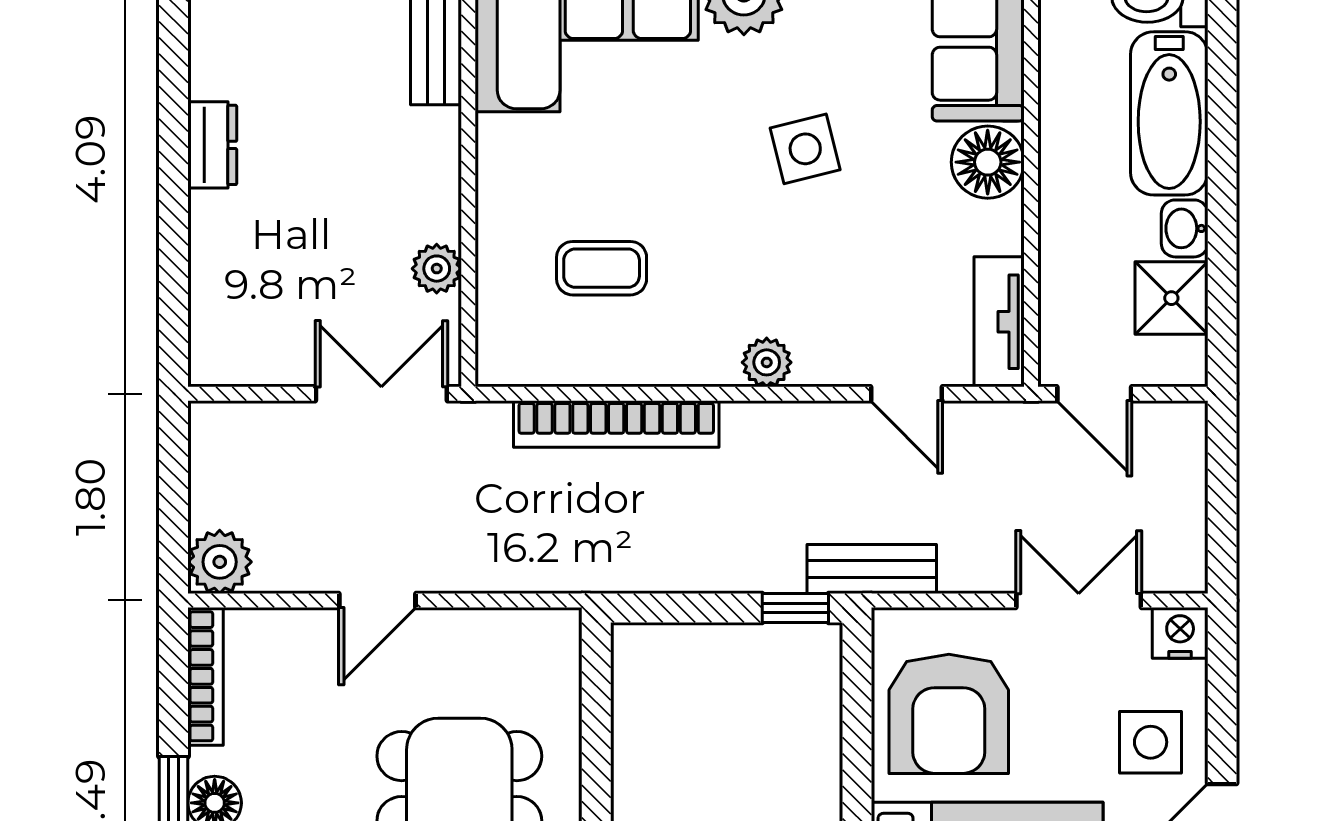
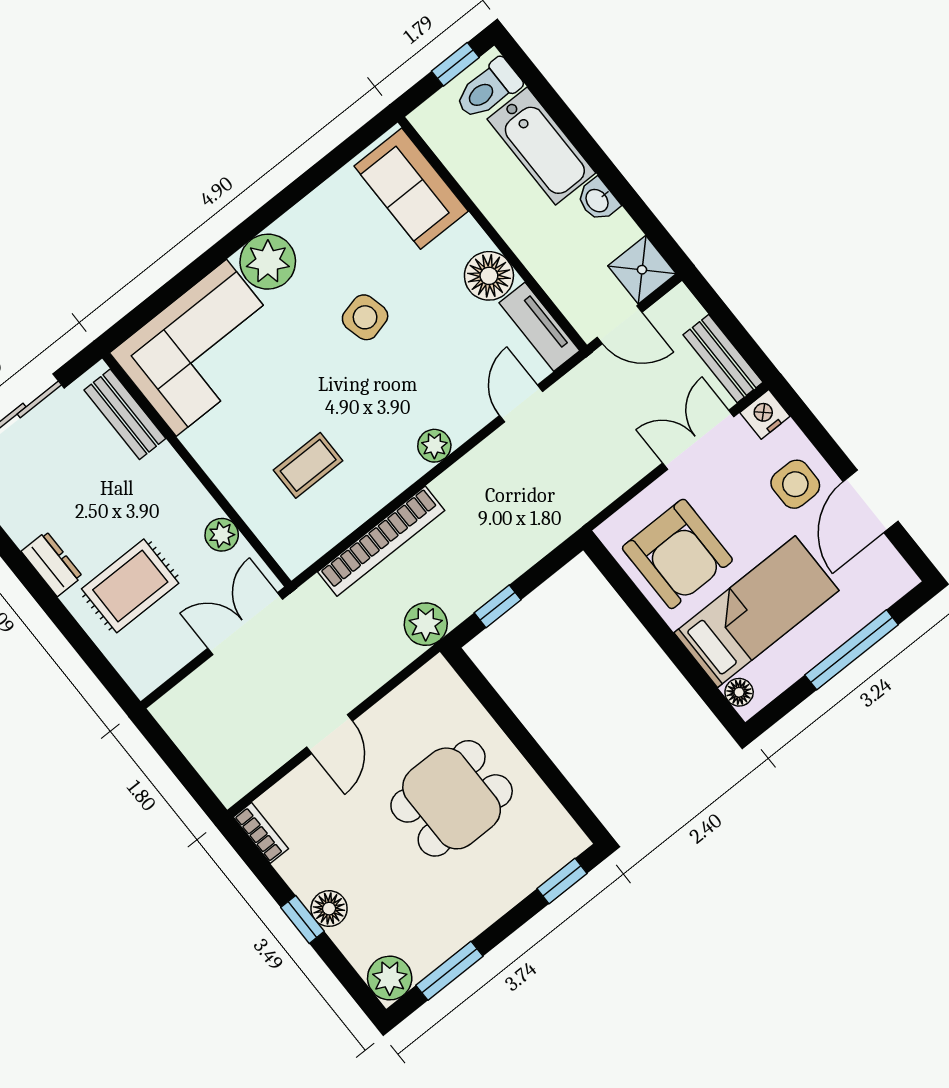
floor lamp: (988, 162) -> (489, 276), moved
rug: (283, 243) -> (130, 586), added
shower: (1171, 298) -> (642, 270), moved
door: (907, 394) -> (521, 403), swing flipped
plant: (220, 562) -> (426, 624), moved
bench: (872, 569) -> (723, 359), moved, turned 90
window: (795, 608) -> (498, 606), moved
bookcase: (206, 676) -> (261, 833), width x0.64

